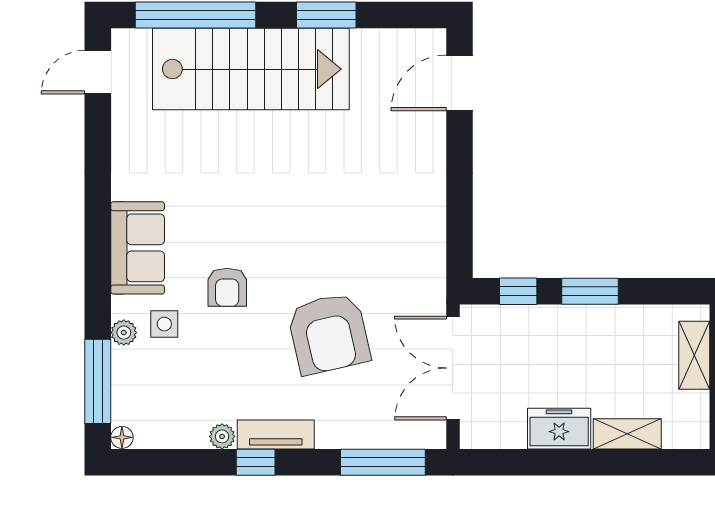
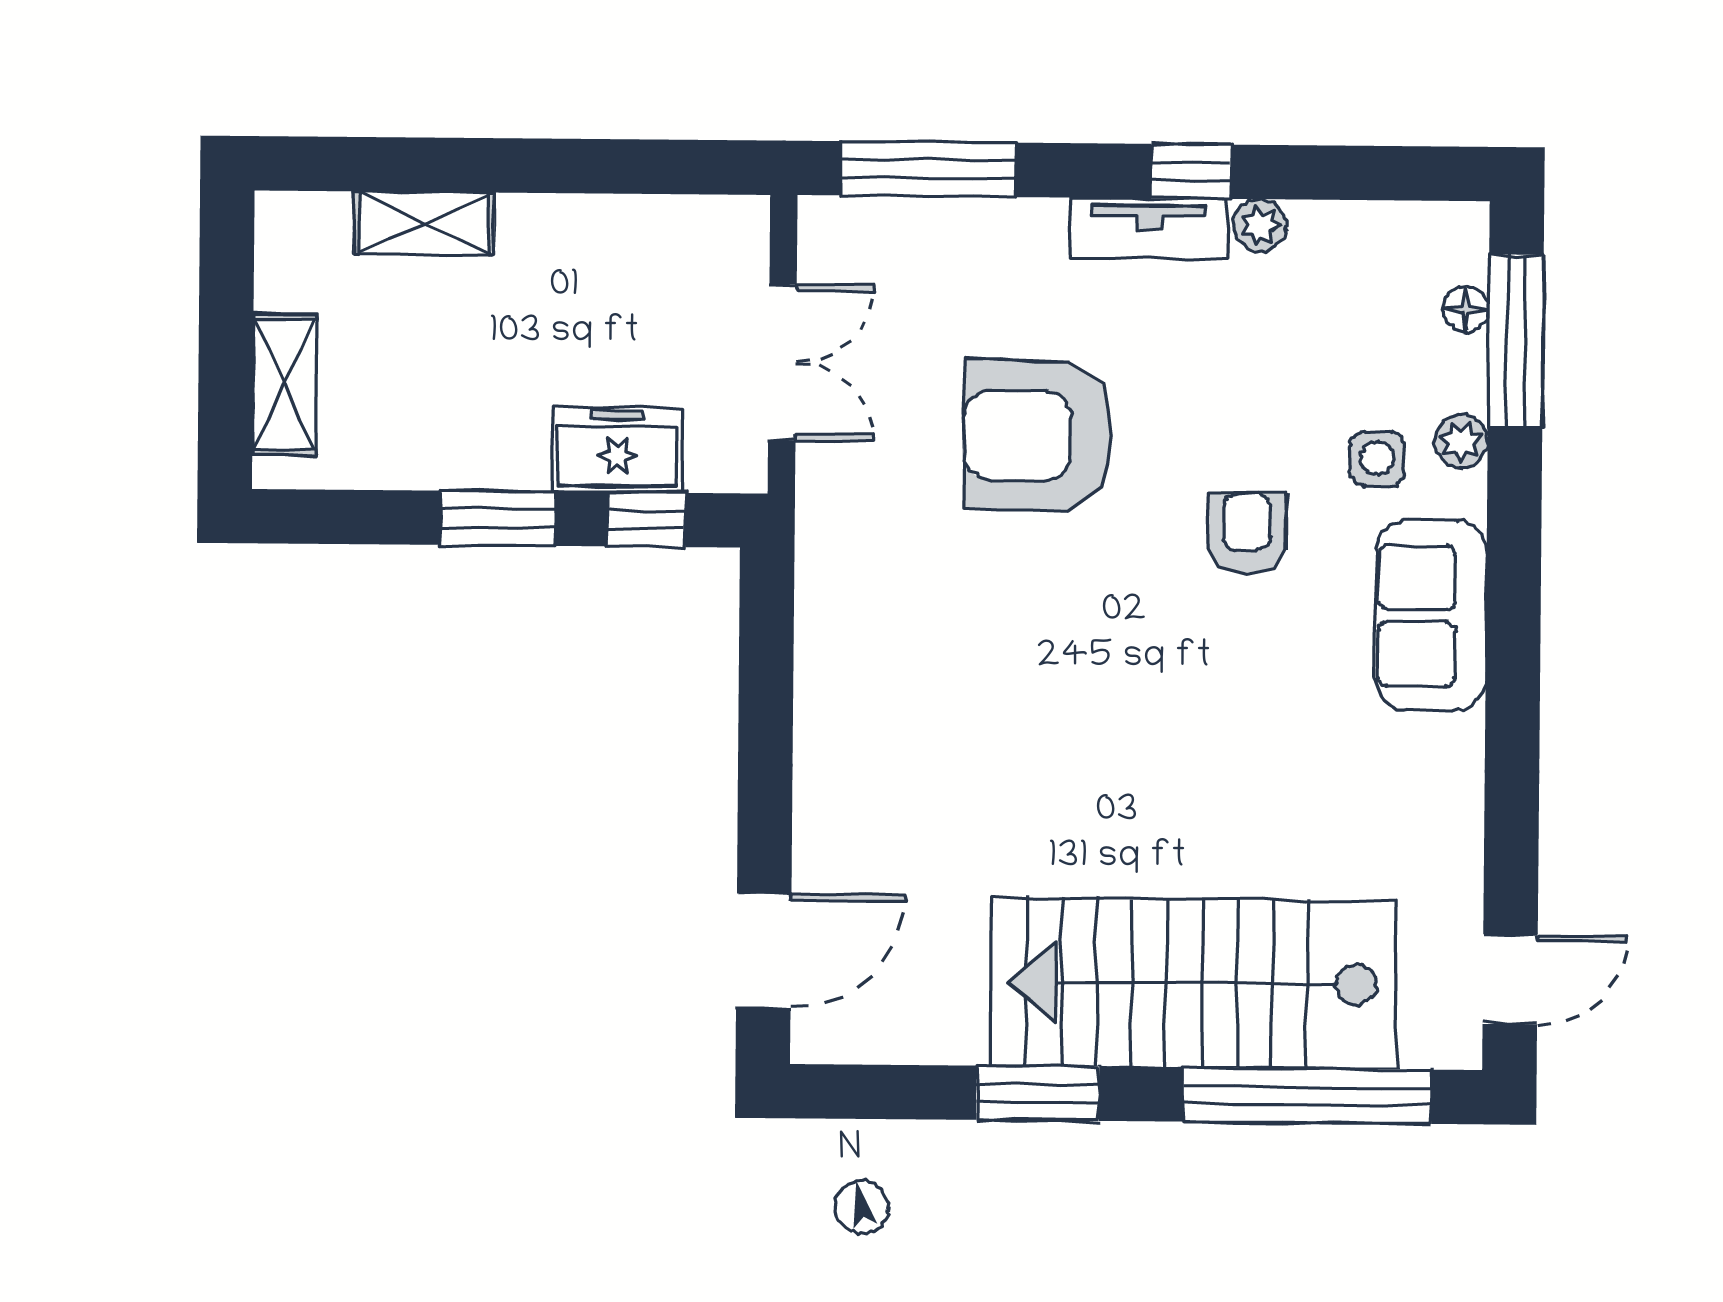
armchair: (329, 334) -> (1038, 436), turned -77
double door: (453, 368) -> (782, 362), width x0.73
freezer: (559, 429) -> (618, 450), moved, turned 180
floor lamp: (122, 437) -> (1466, 309), moved

